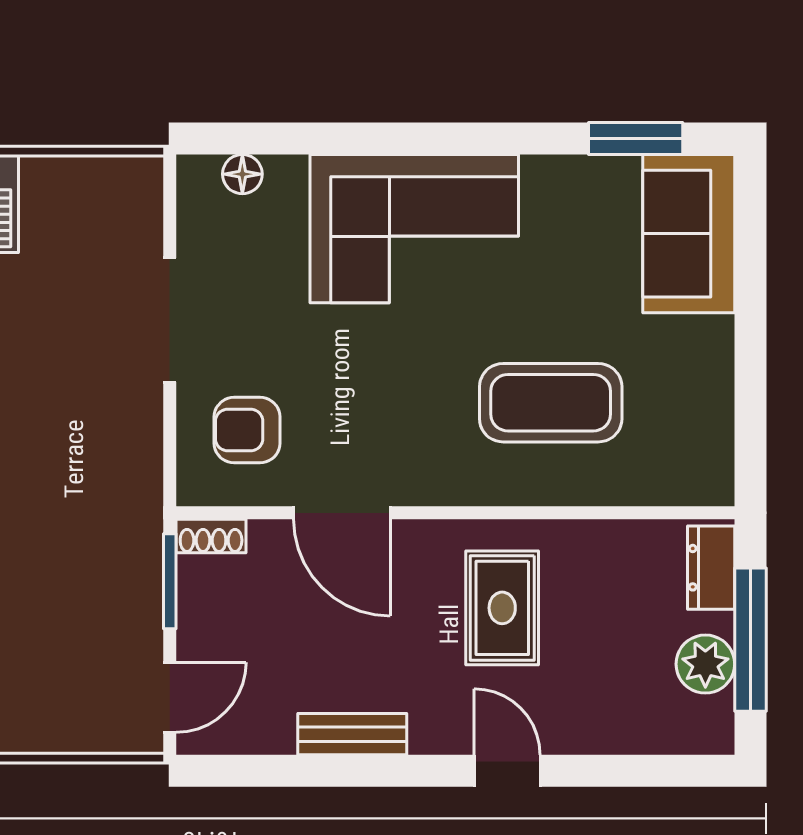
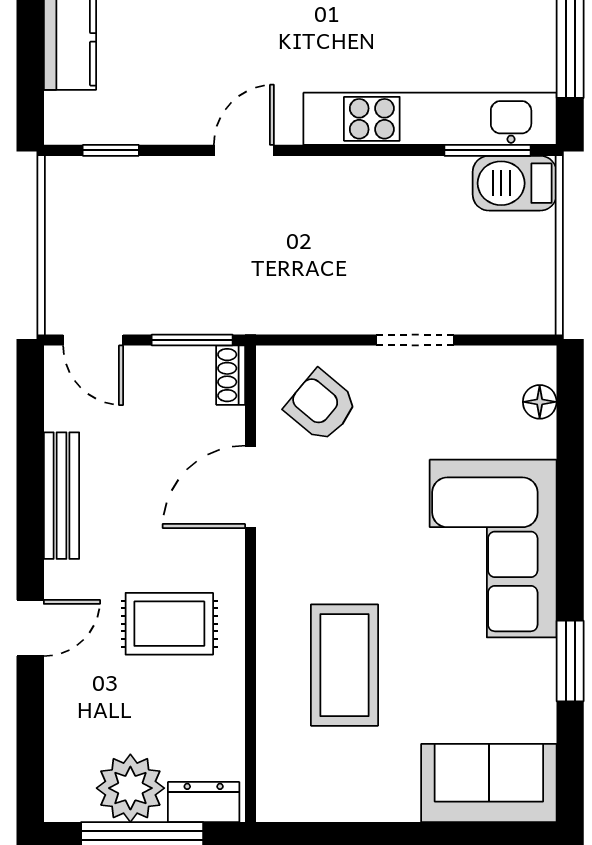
window: (636, 138) -> (570, 661), moved
doorway: (170, 320) -> (415, 340), width x0.73
armchair: (247, 430) -> (321, 406), turned -50
plant: (705, 664) -> (130, 788), width x1.36, depth x1.36
bench: (352, 734) -> (61, 496), width x1.36

